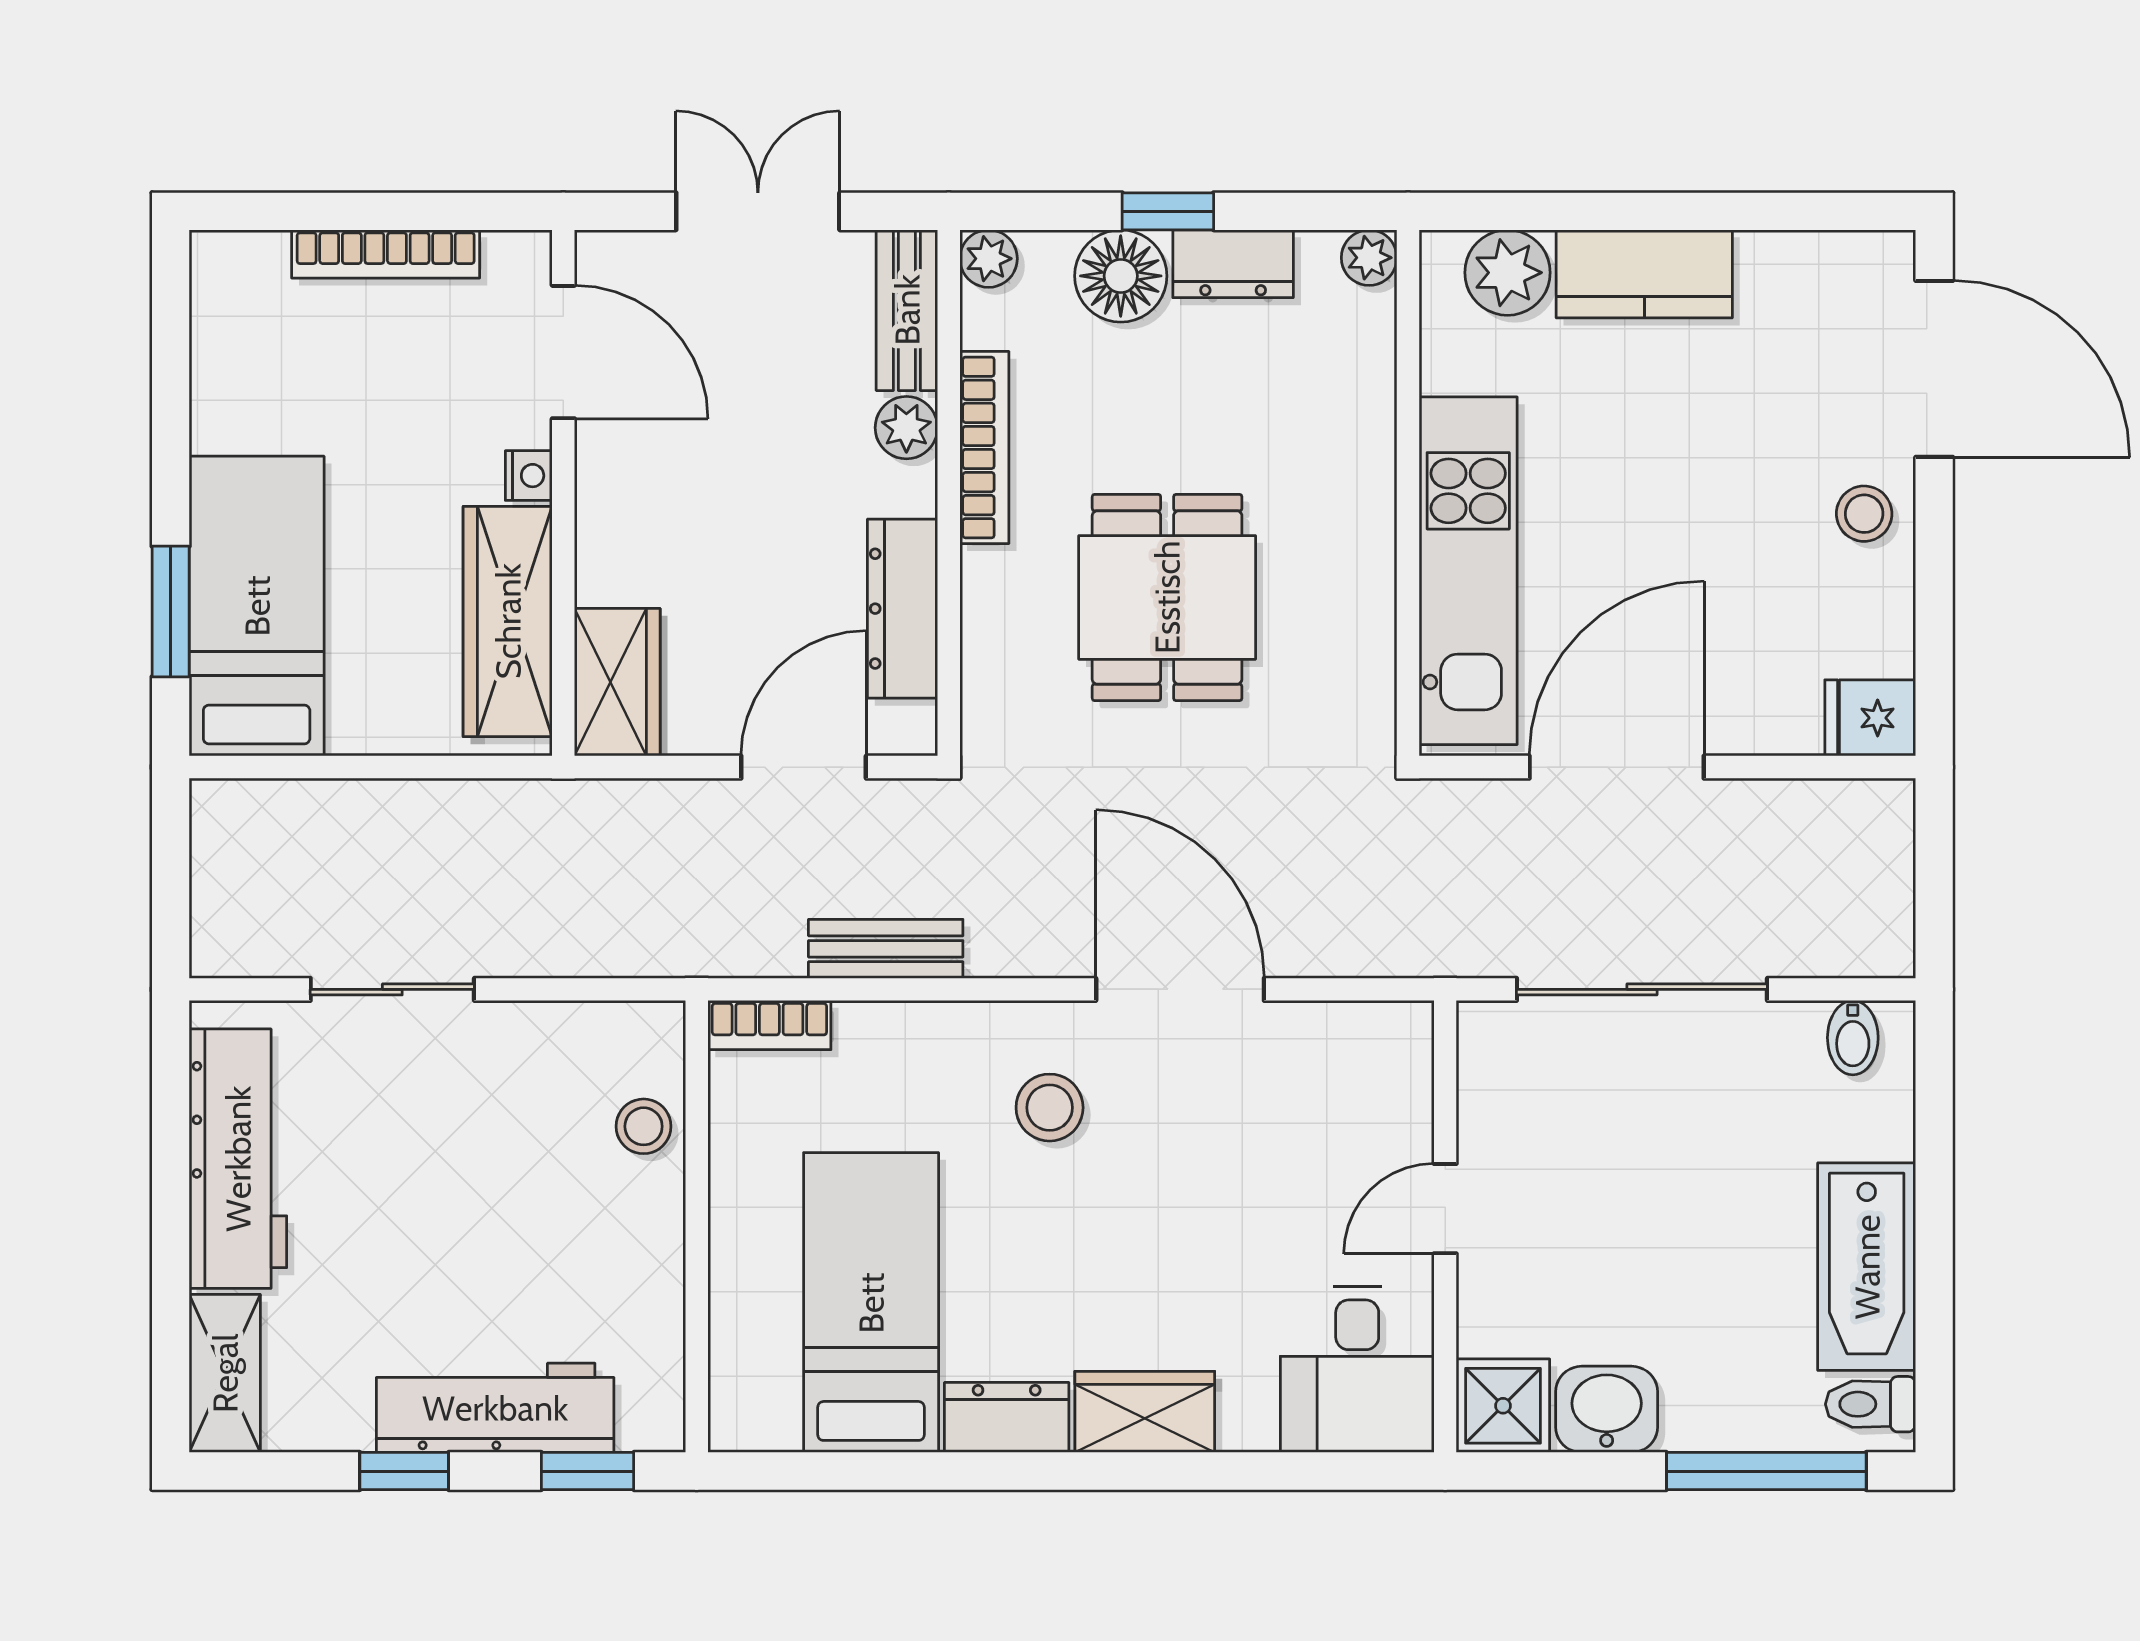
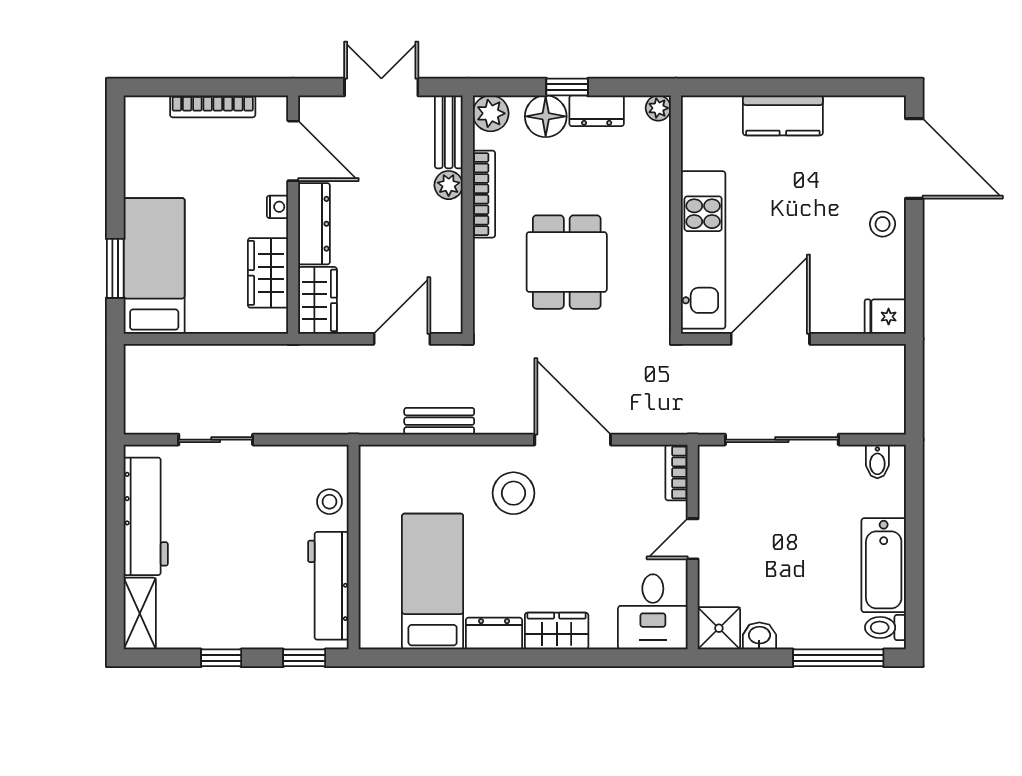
plant: (989, 259) -> (491, 113), width x1.38, depth x1.38
plant: (1507, 273) -> (721, 115), removed
dresser: (903, 609) -> (314, 224), moved, turned 180
wardrobe: (508, 621) -> (268, 273), width x0.67
bookcase: (769, 1025) -> (676, 472), moved, turned 90
stool: (1050, 1108) -> (513, 493), width x1.38, depth x1.38
workbench: (495, 1408) -> (328, 586), moved, turned -90
washbasin: (1607, 1409) -> (759, 636), width x0.72, depth x0.69

